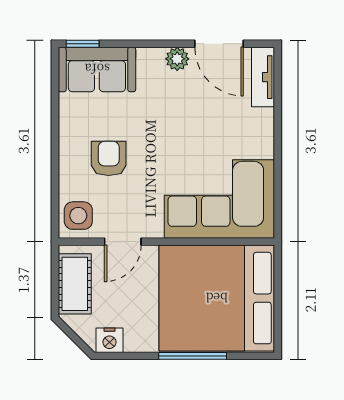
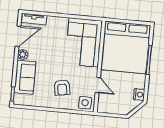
sofa: (97, 69) -> (25, 77), moved
armchair: (109, 158) -> (62, 88), turned -99
cot: (75, 284) -> (114, 107), removed

